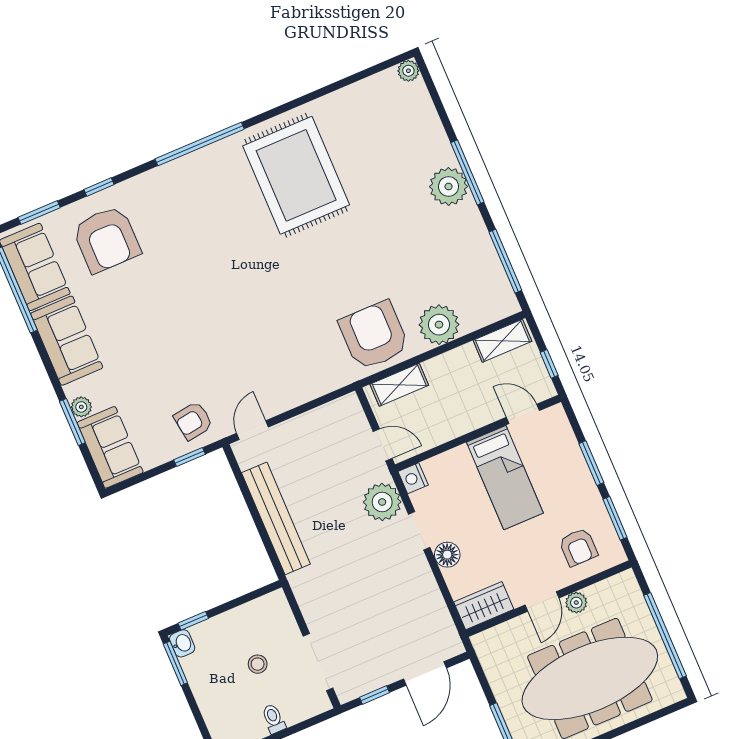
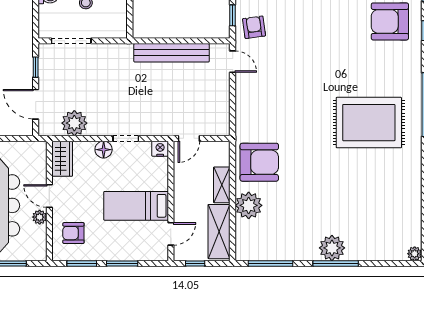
rug: (296, 175) -> (369, 123), moved
shelving: (502, 341) -> (219, 232), width x1.50, depth x1.33
shelving: (399, 385) -> (222, 185), moved
plant: (382, 502) -> (74, 123), moved

